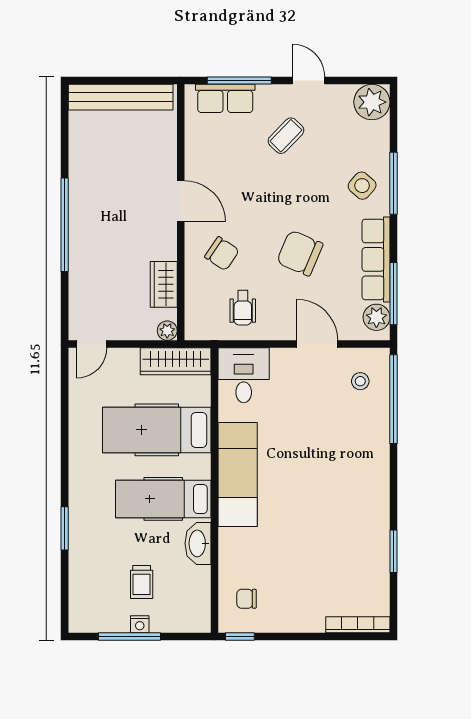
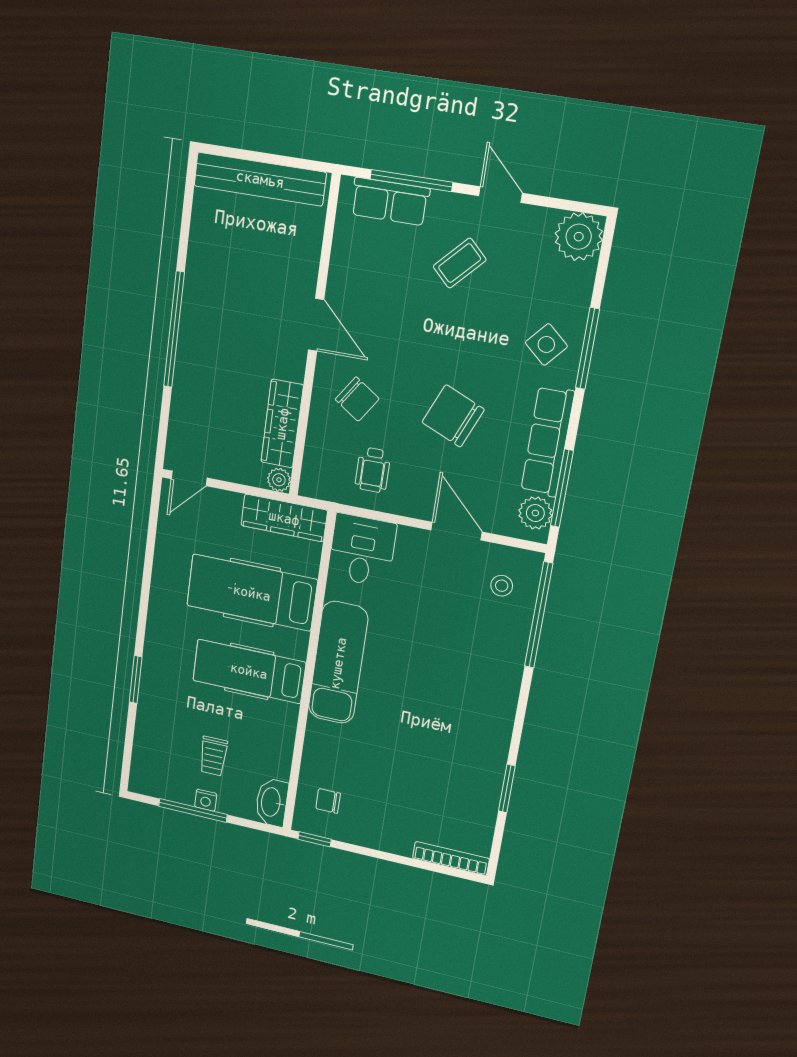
wardrobe: (164, 284) -> (282, 424), width x1.50
washbasin: (198, 543) -> (272, 802), moved

